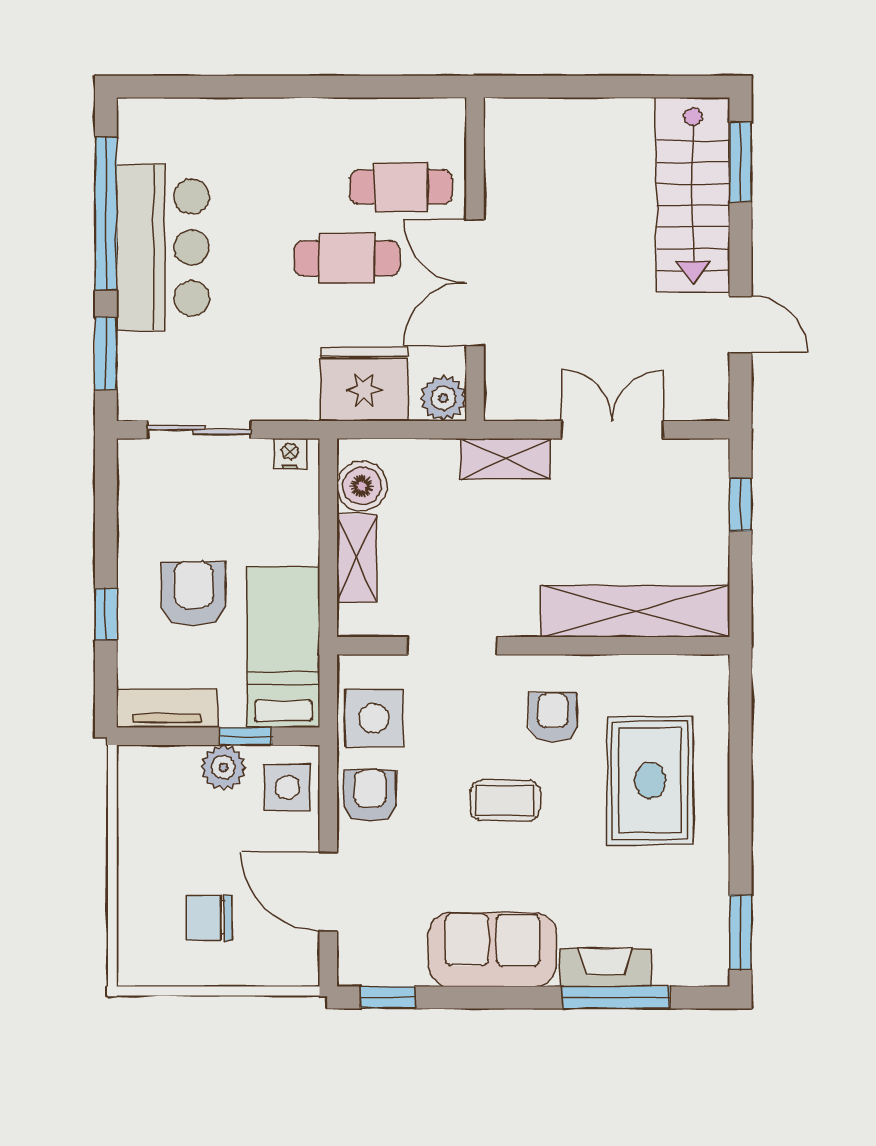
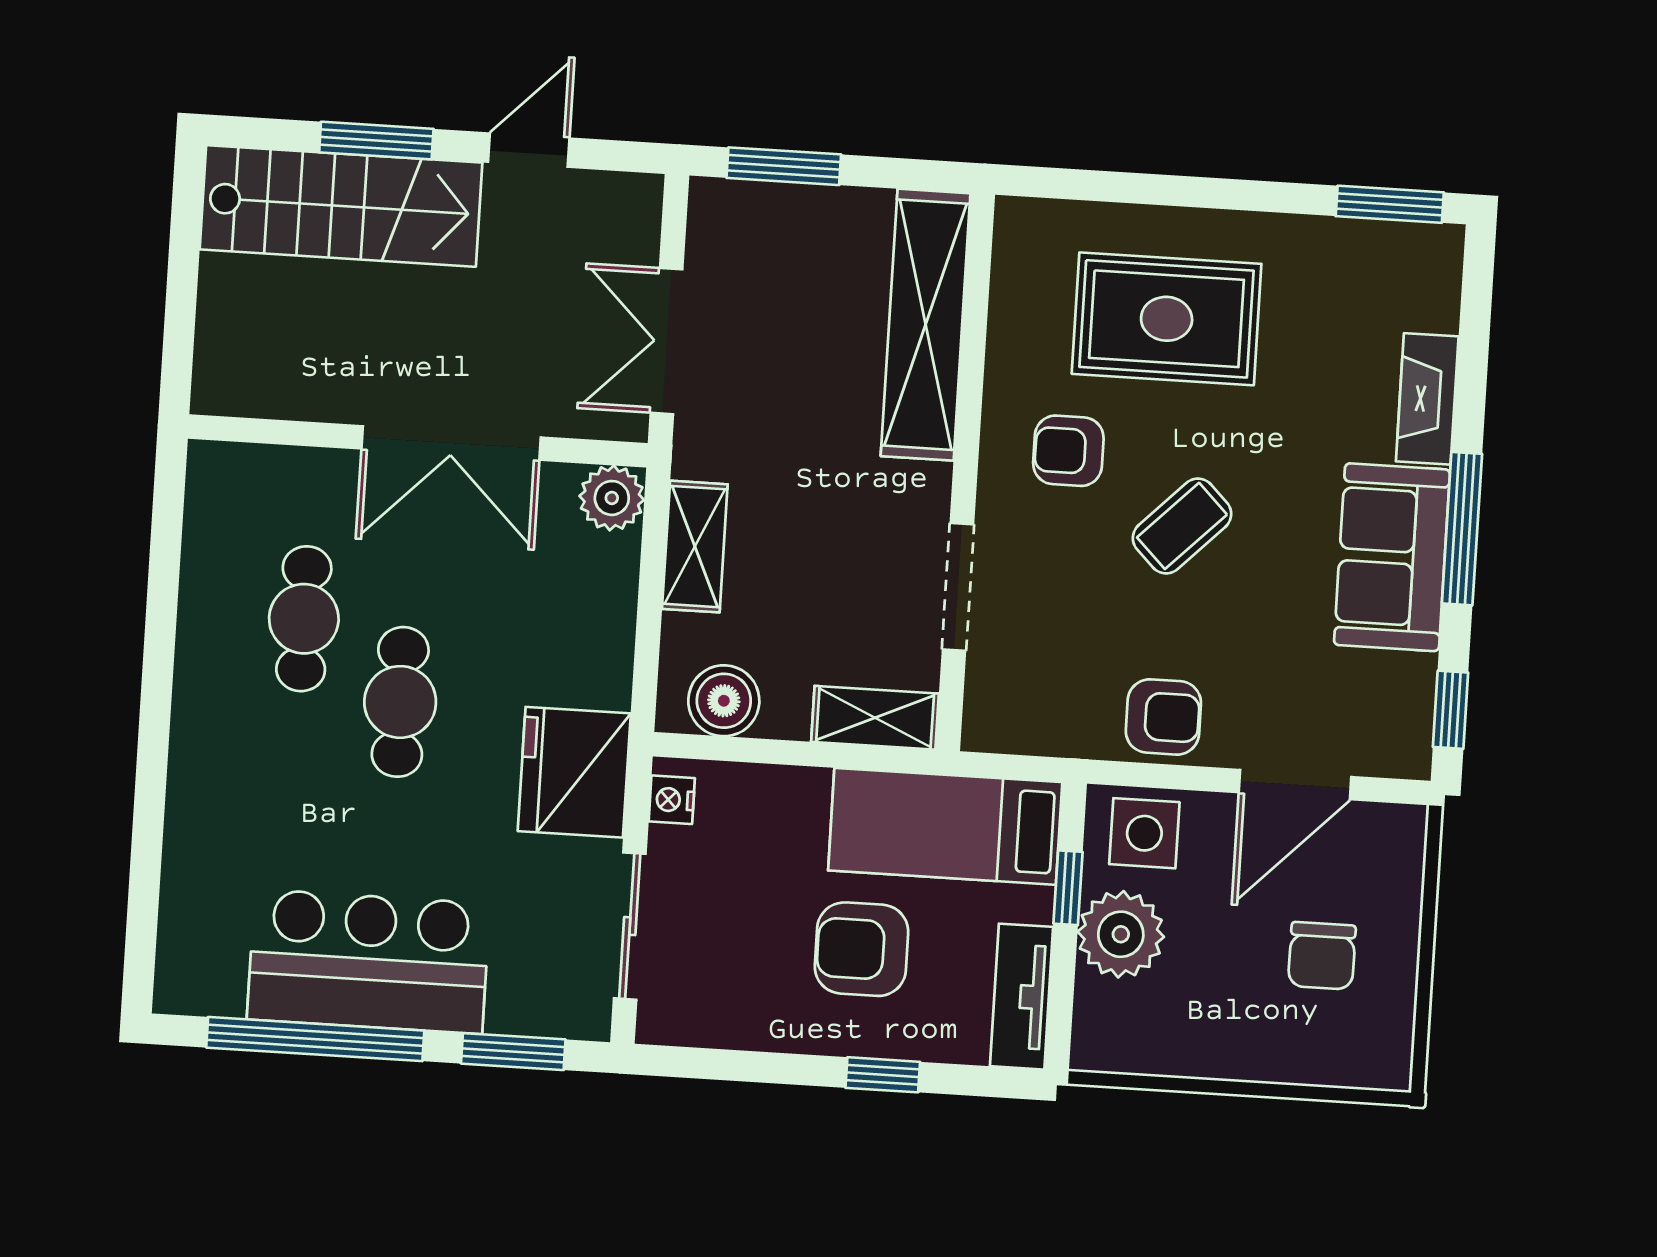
window: (741, 162) -> (376, 141), moved
wall: (475, 259) -> (418, 441), moved
double door: (475, 283) -> (451, 443), moved
fridge: (364, 384) -> (574, 772), moved
plant: (443, 398) -> (612, 498), moved
shelving: (506, 459) -> (695, 547), moved
window: (741, 505) -> (784, 166), width x1.50
shelving: (357, 558) -> (875, 718), moved
side table: (374, 718) -> (1054, 705), removed
plant: (223, 767) -> (1121, 934), width x1.36, depth x1.36
armchair: (370, 796) -> (1163, 717), turned 180
coffee table: (505, 800) -> (1182, 526), turned 45
window: (616, 998) -> (1462, 529), moved

